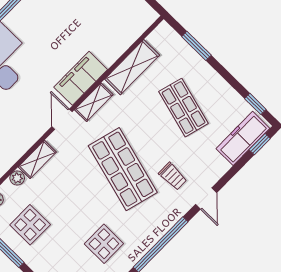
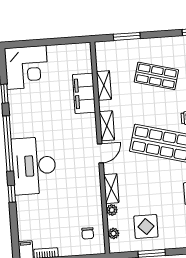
shelving: (132, 67) -> (104, 85), width x0.67, depth x0.75
filing cabinet: (81, 78) -> (84, 93), moved
door: (62, 119) -> (100, 153), swing flipped

